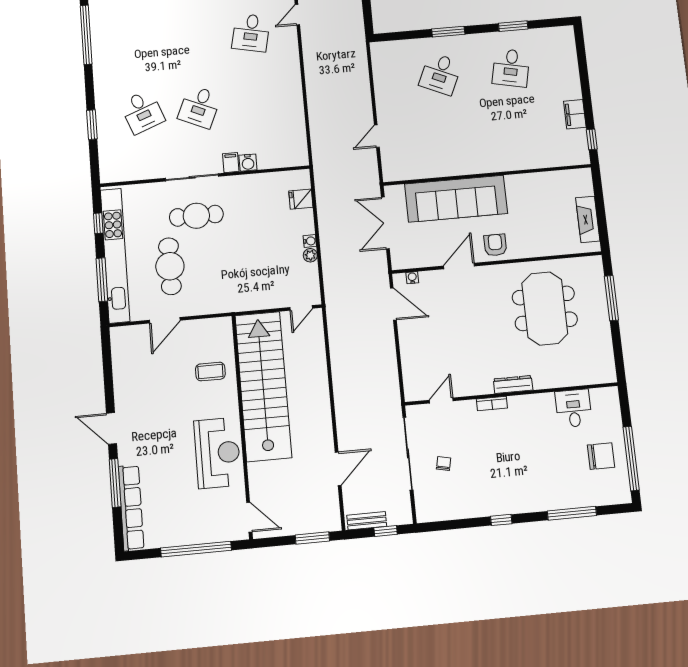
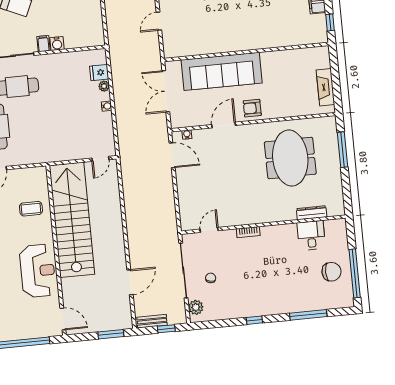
armchair: (495, 245) -> (252, 108), turned -90
plant: (310, 255) -> (104, 86), moved
dresser: (513, 384) -> (312, 213), moved
plant: (424, 502) -> (196, 307), added

